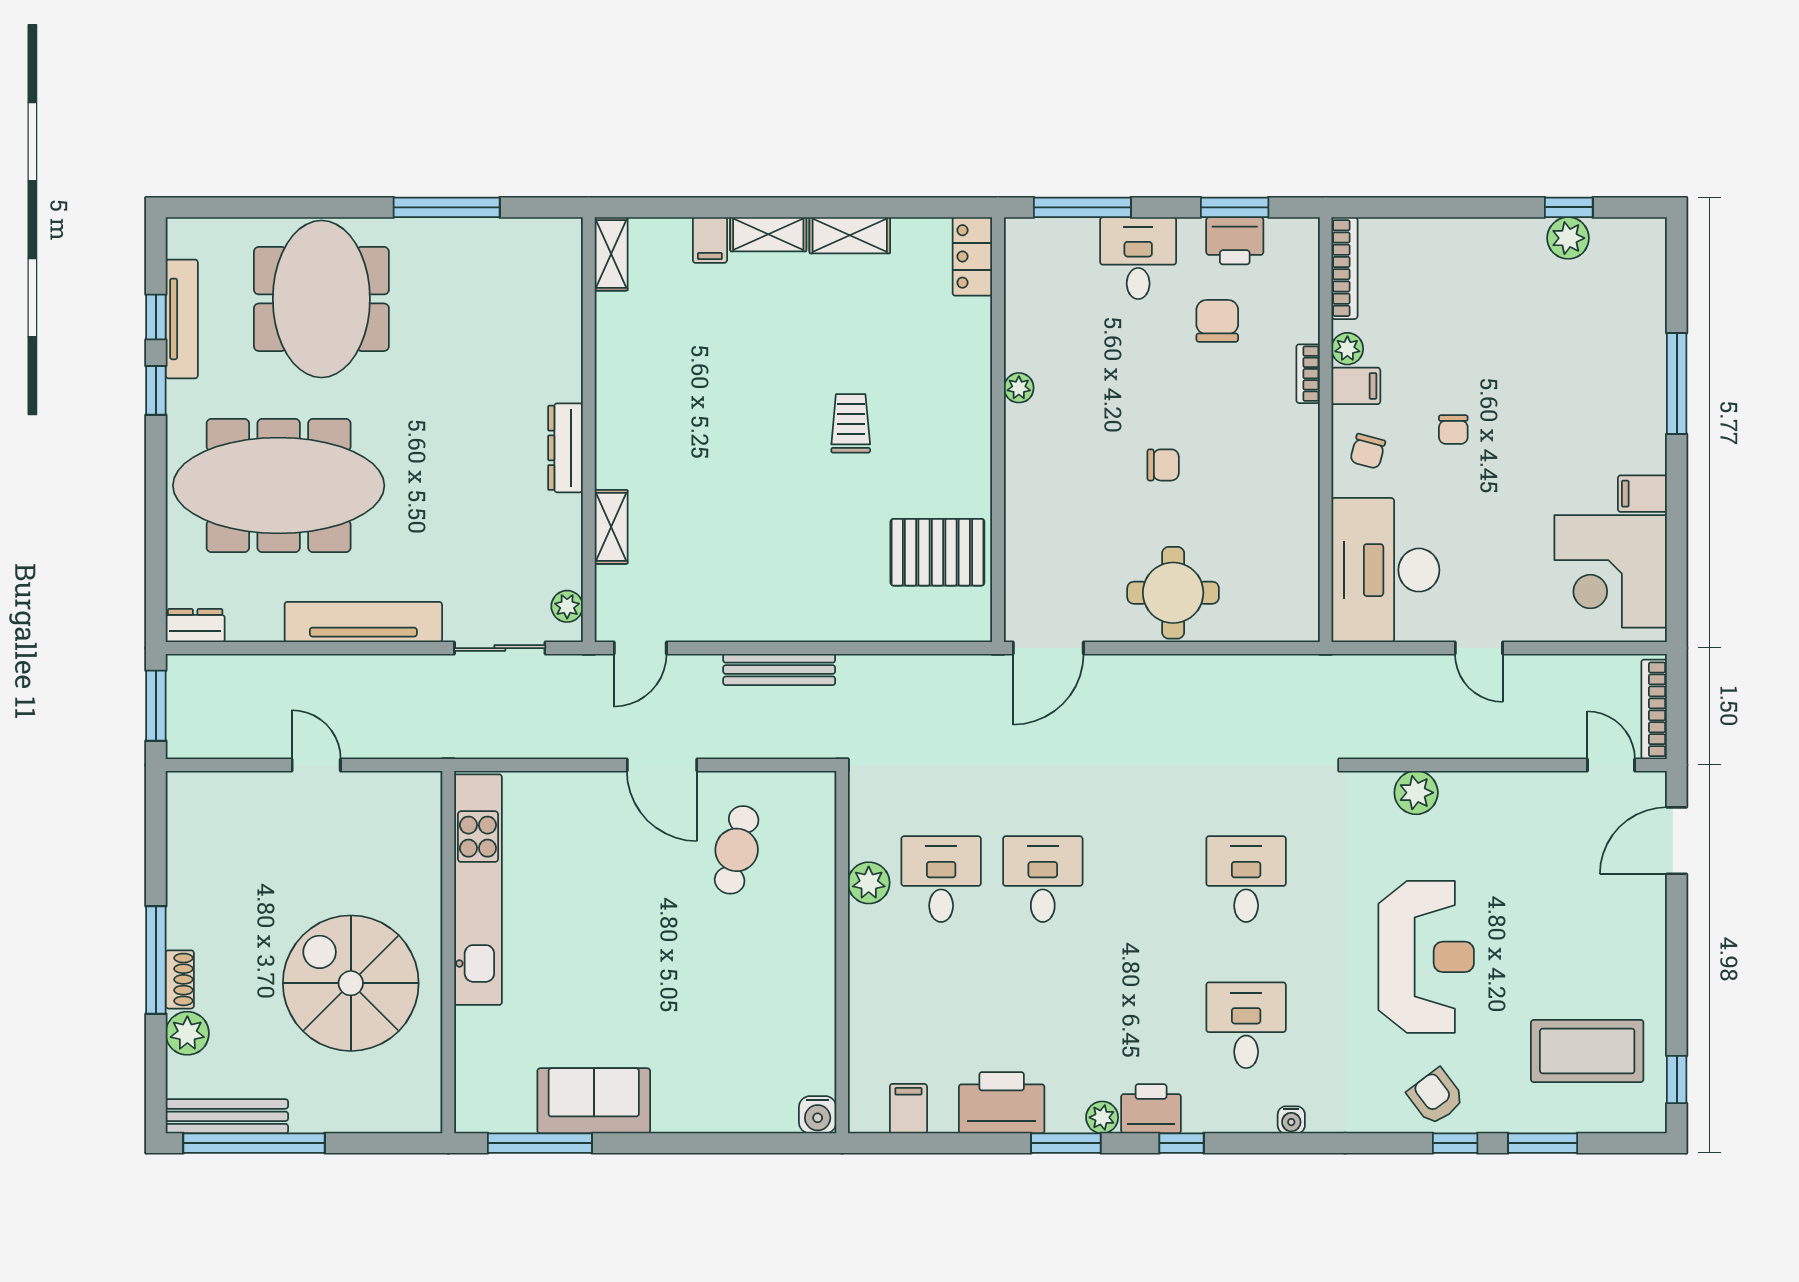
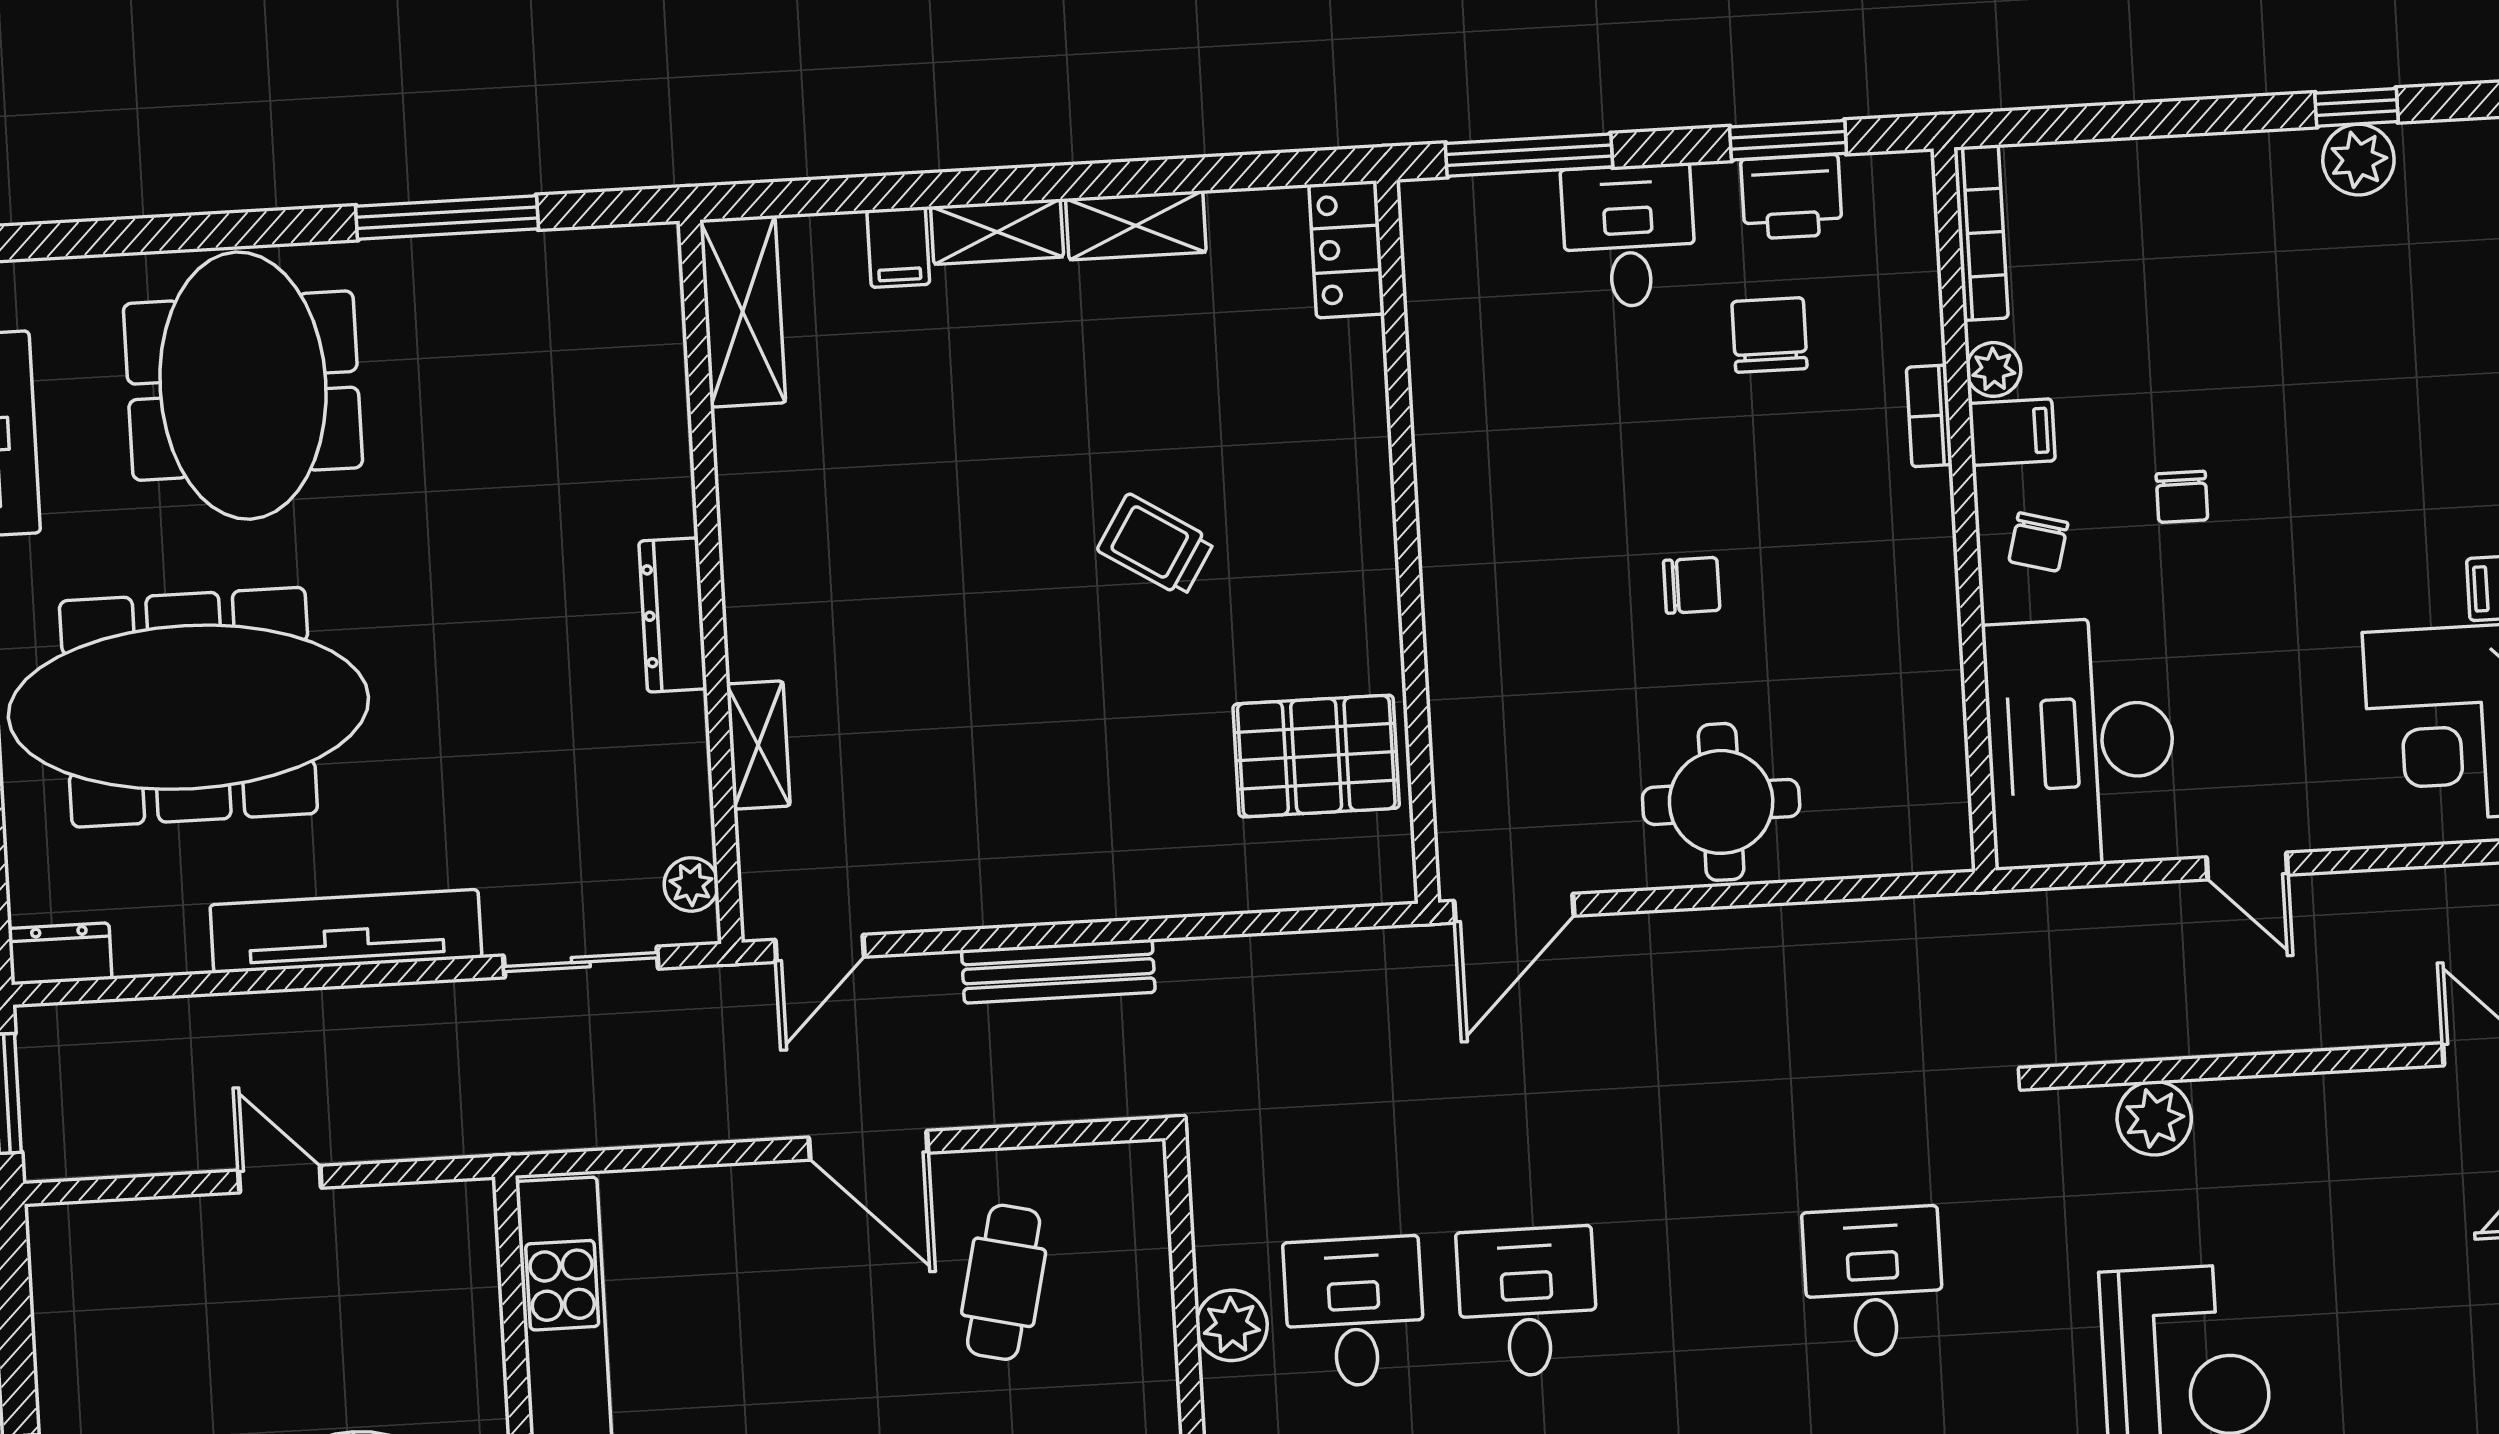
shelving: (611, 254) -> (743, 311), width x1.50, depth x1.33
plant: (1019, 388) -> (1438, 468), removed
trolley: (851, 423) -> (1156, 545), turned -58

